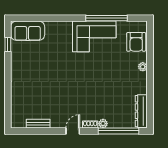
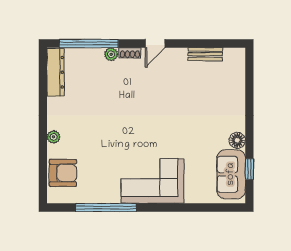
sofa: (28, 31) -> (231, 174), moved, turned -90
corner sofa: (94, 36) -> (152, 181), moved
armchair: (136, 42) -> (63, 173), turned 90
floor lamp: (16, 64) -> (237, 140), added

